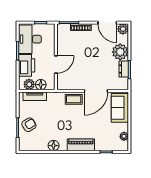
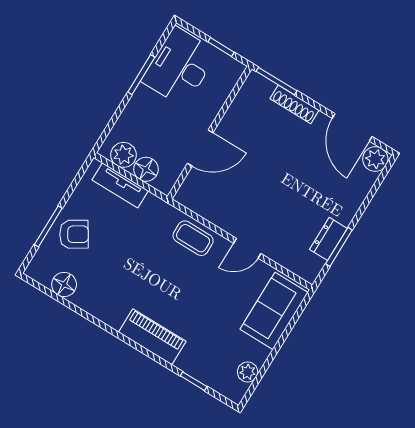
plant: (120, 52) -> (342, 201), removed
printer: (27, 65) -> (141, 114), removed
door: (96, 91) -> (247, 248), width x0.53
floor lamp: (54, 146) -> (64, 285), moved

